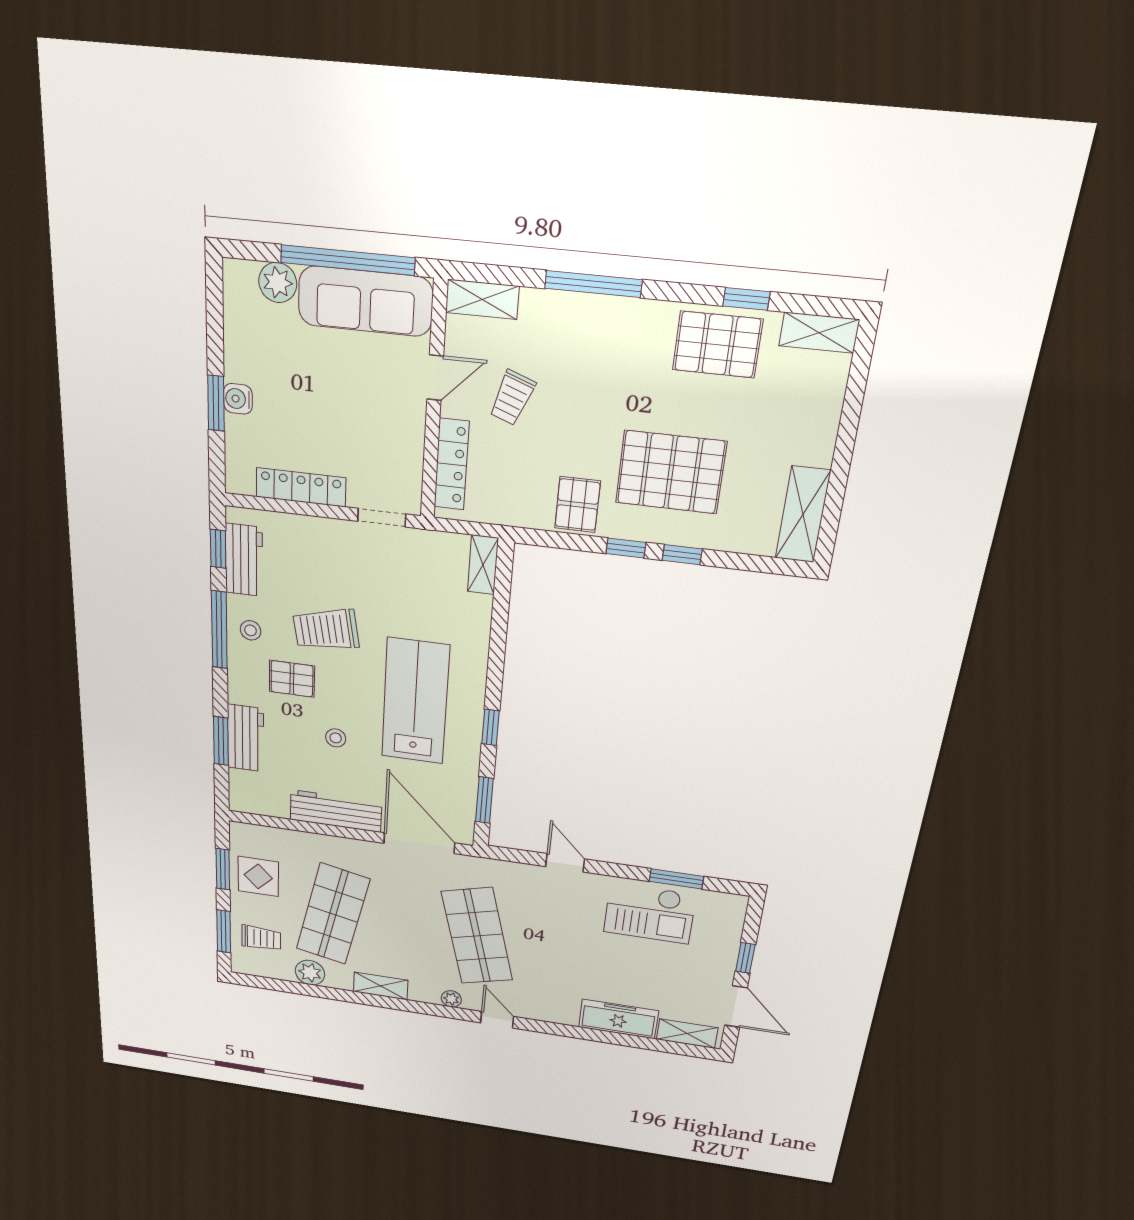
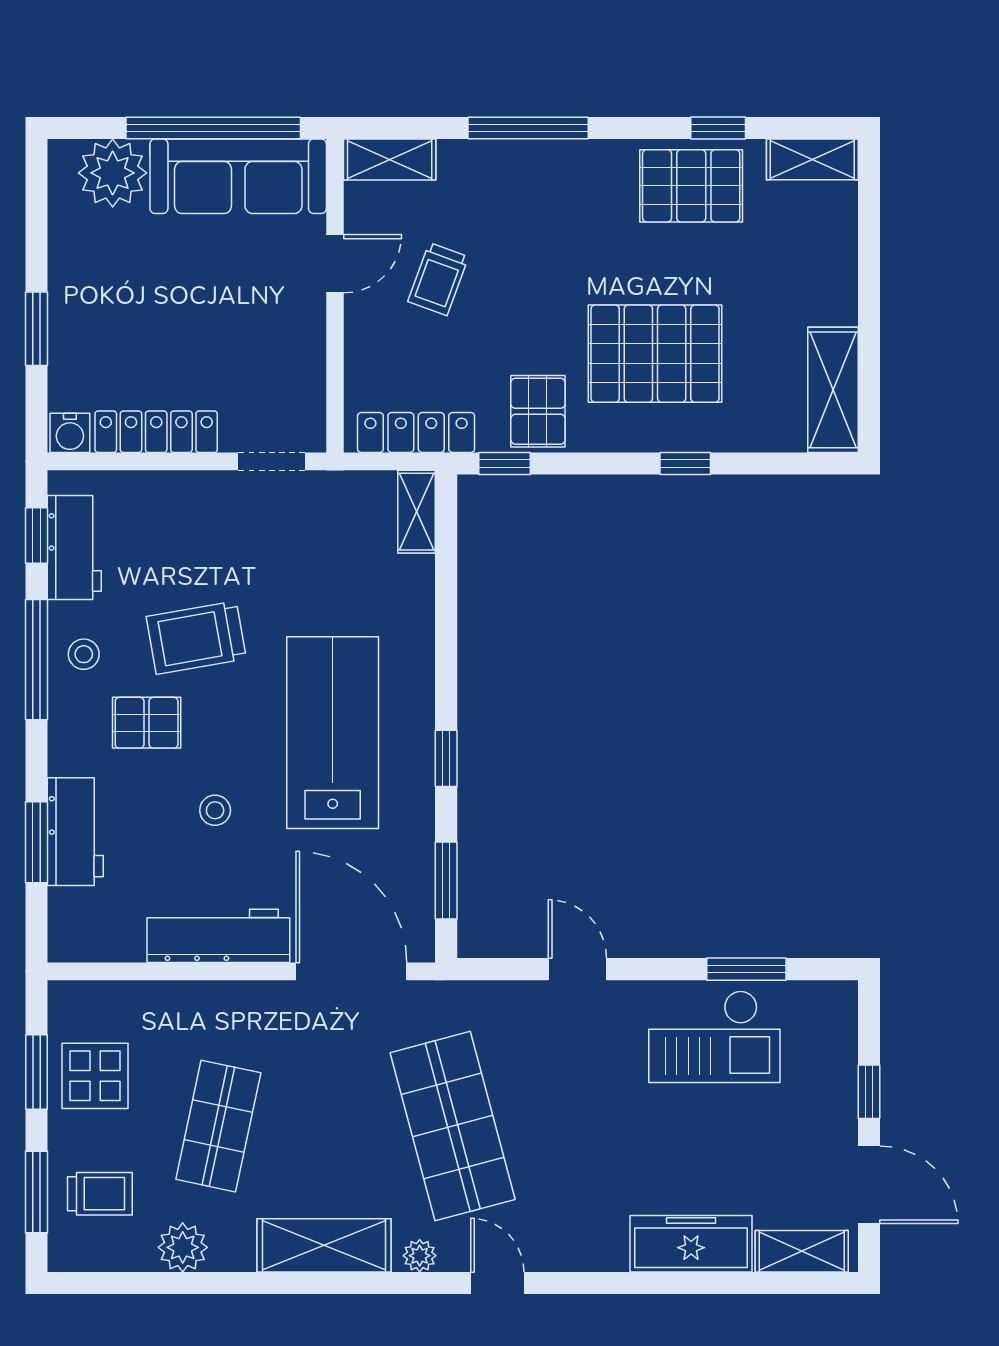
plant: (278, 282) -> (113, 173), width x1.36, depth x1.36
water cooler: (238, 399) -> (70, 433), moved, turned -90
locker: (452, 464) -> (416, 433), moved, turned -90
window: (626, 548) -> (505, 464), moved
shop shelf: (333, 914) -> (218, 1126), width x0.70, depth x0.74
shelving: (381, 986) -> (324, 1245), width x1.50, depth x1.33

